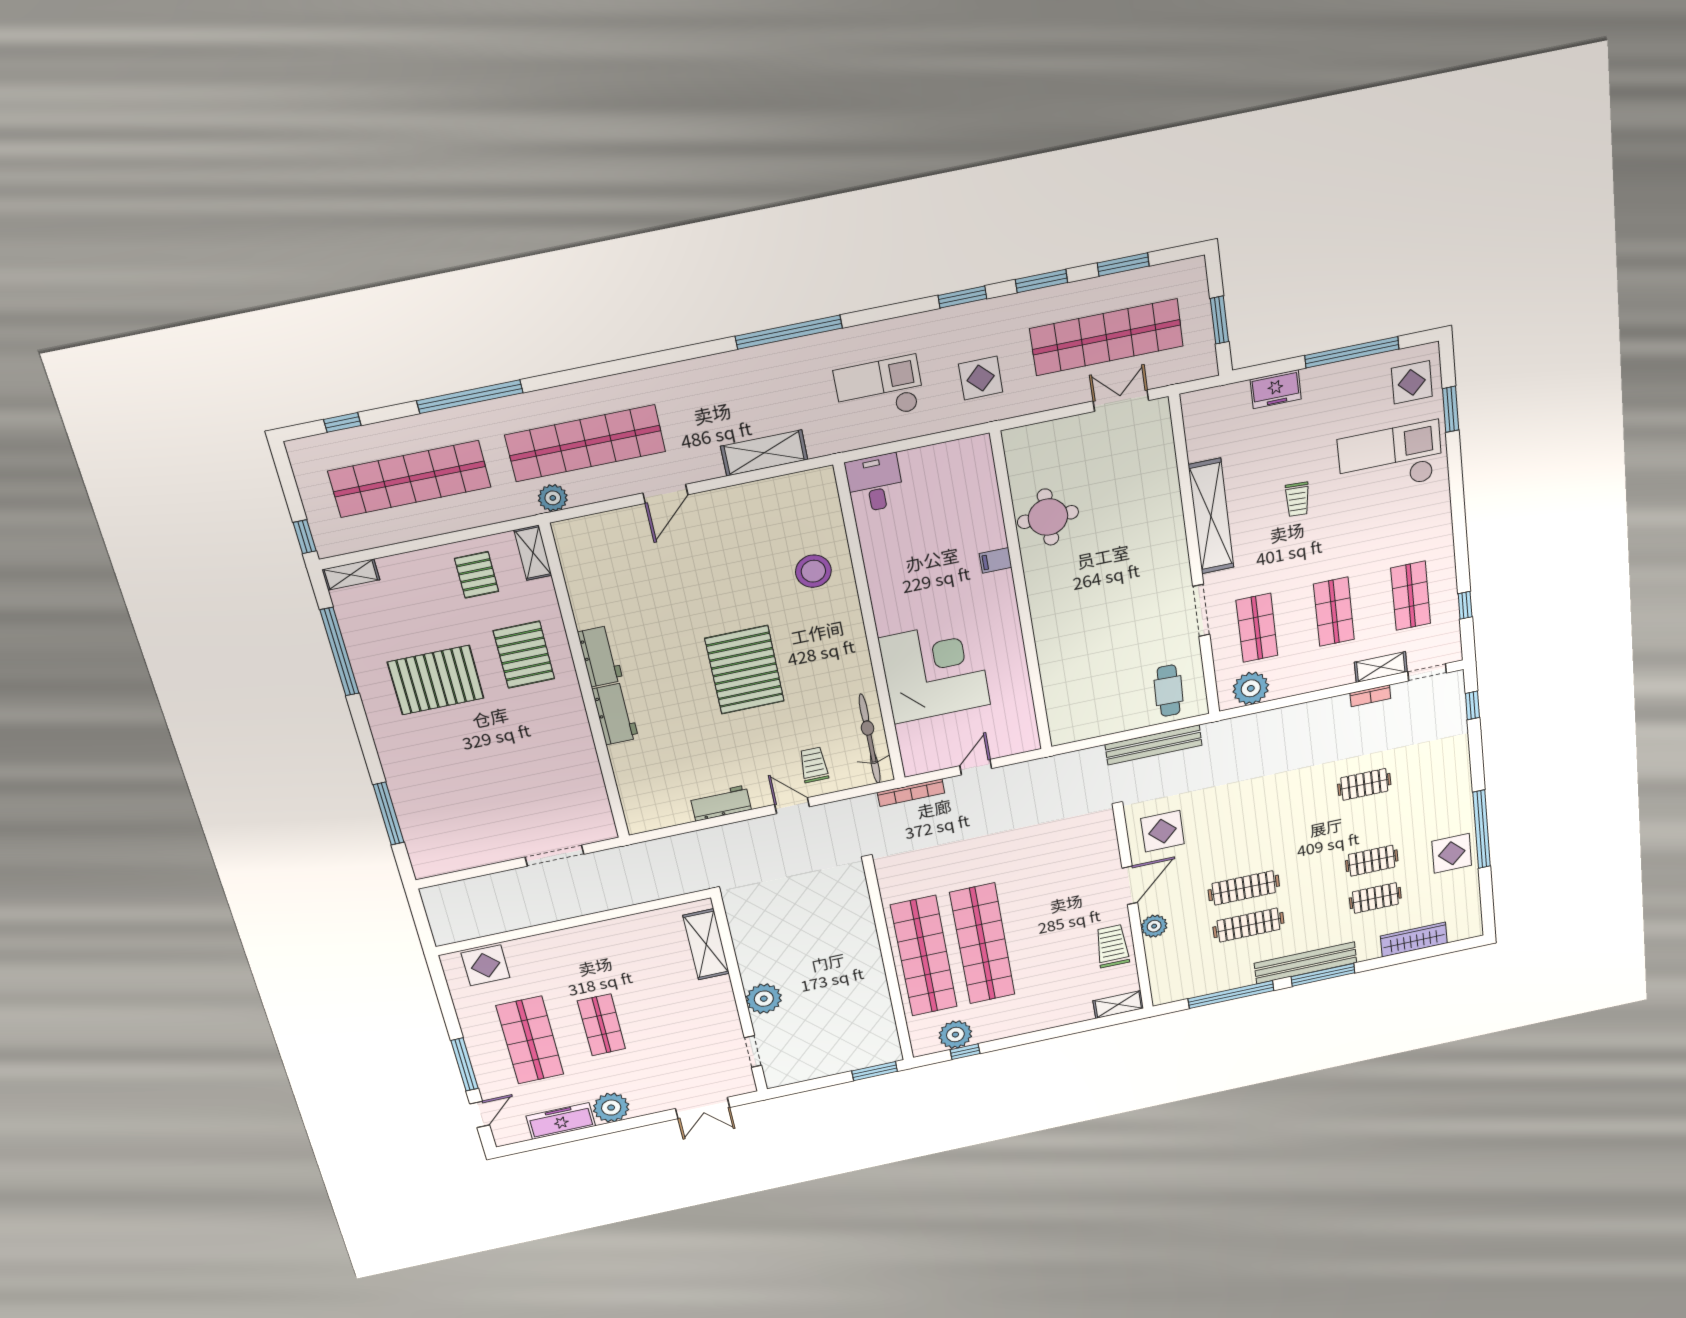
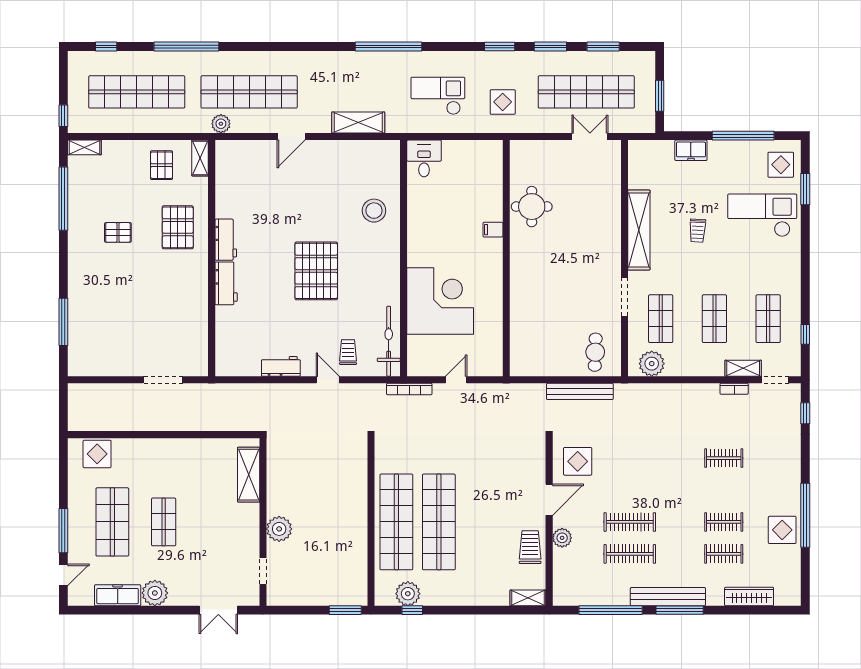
pallet: (436, 680) -> (118, 232), width x0.49, depth x0.50

